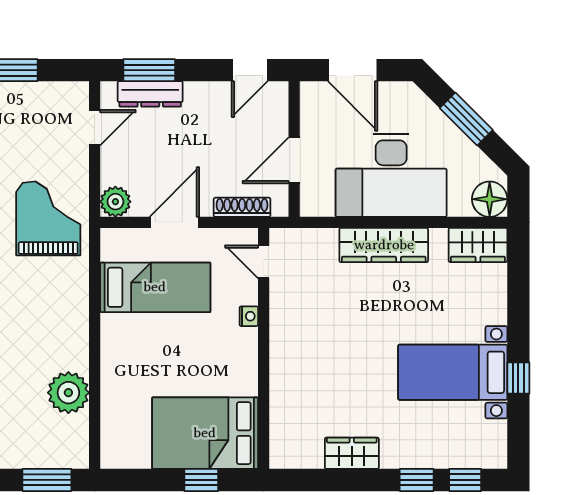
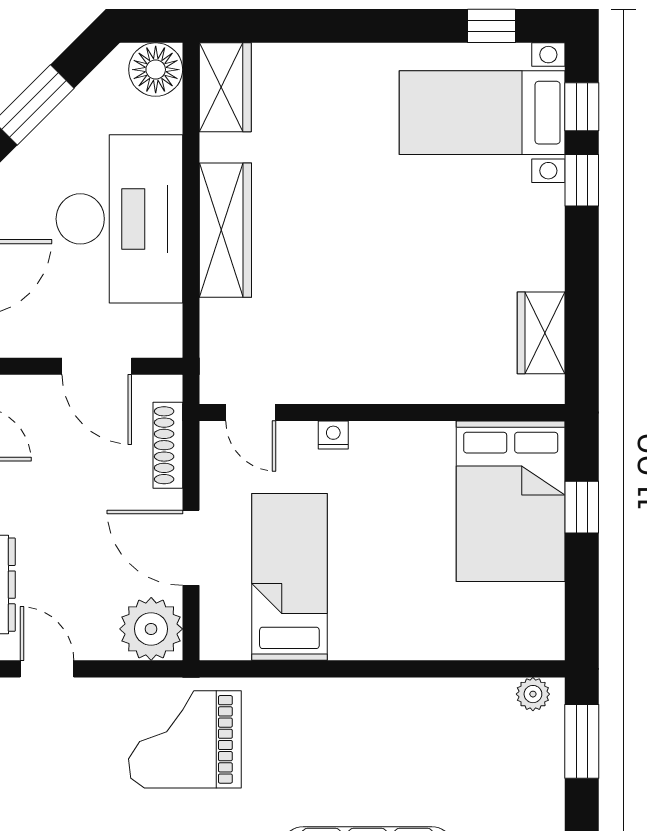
plant: (115, 202) -> (151, 629), width x1.36, depth x1.36
door: (264, 262) -> (251, 412), hinge flipped
bed with nightstands: (453, 372) -> (482, 113), moved, turned 90
window: (518, 378) -> (491, 26), moved
plant: (68, 393) -> (533, 694), moved, width x0.53, depth x0.53
wardrobe: (352, 453) -> (541, 333), moved

